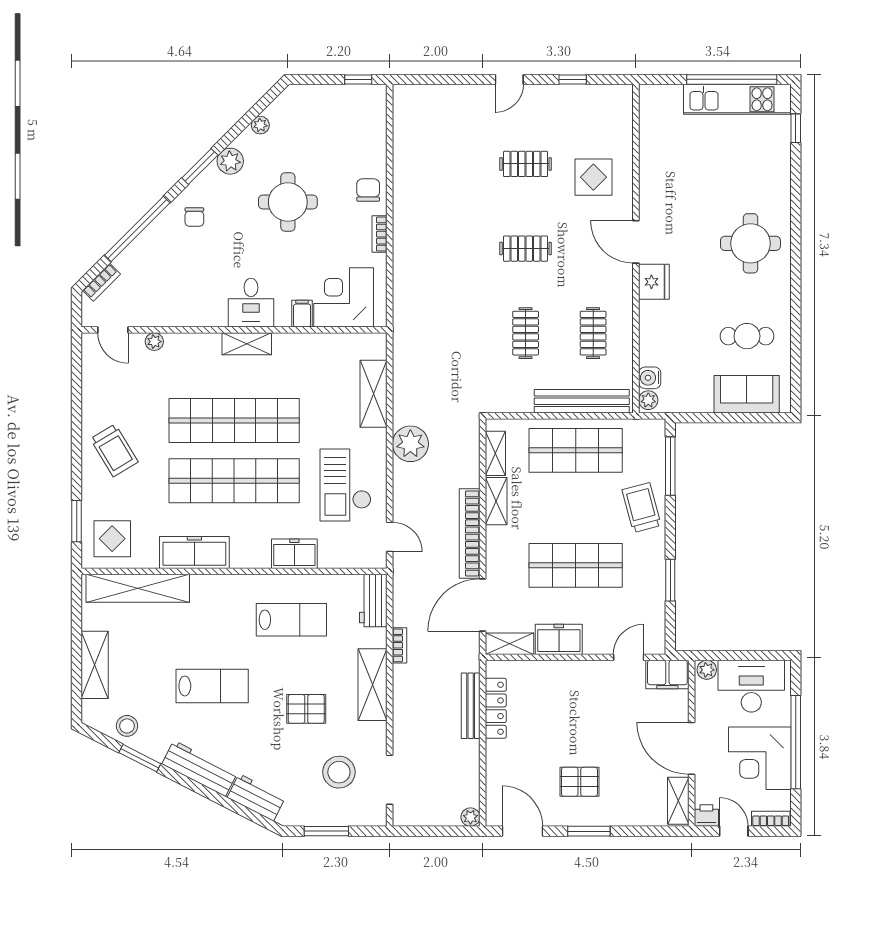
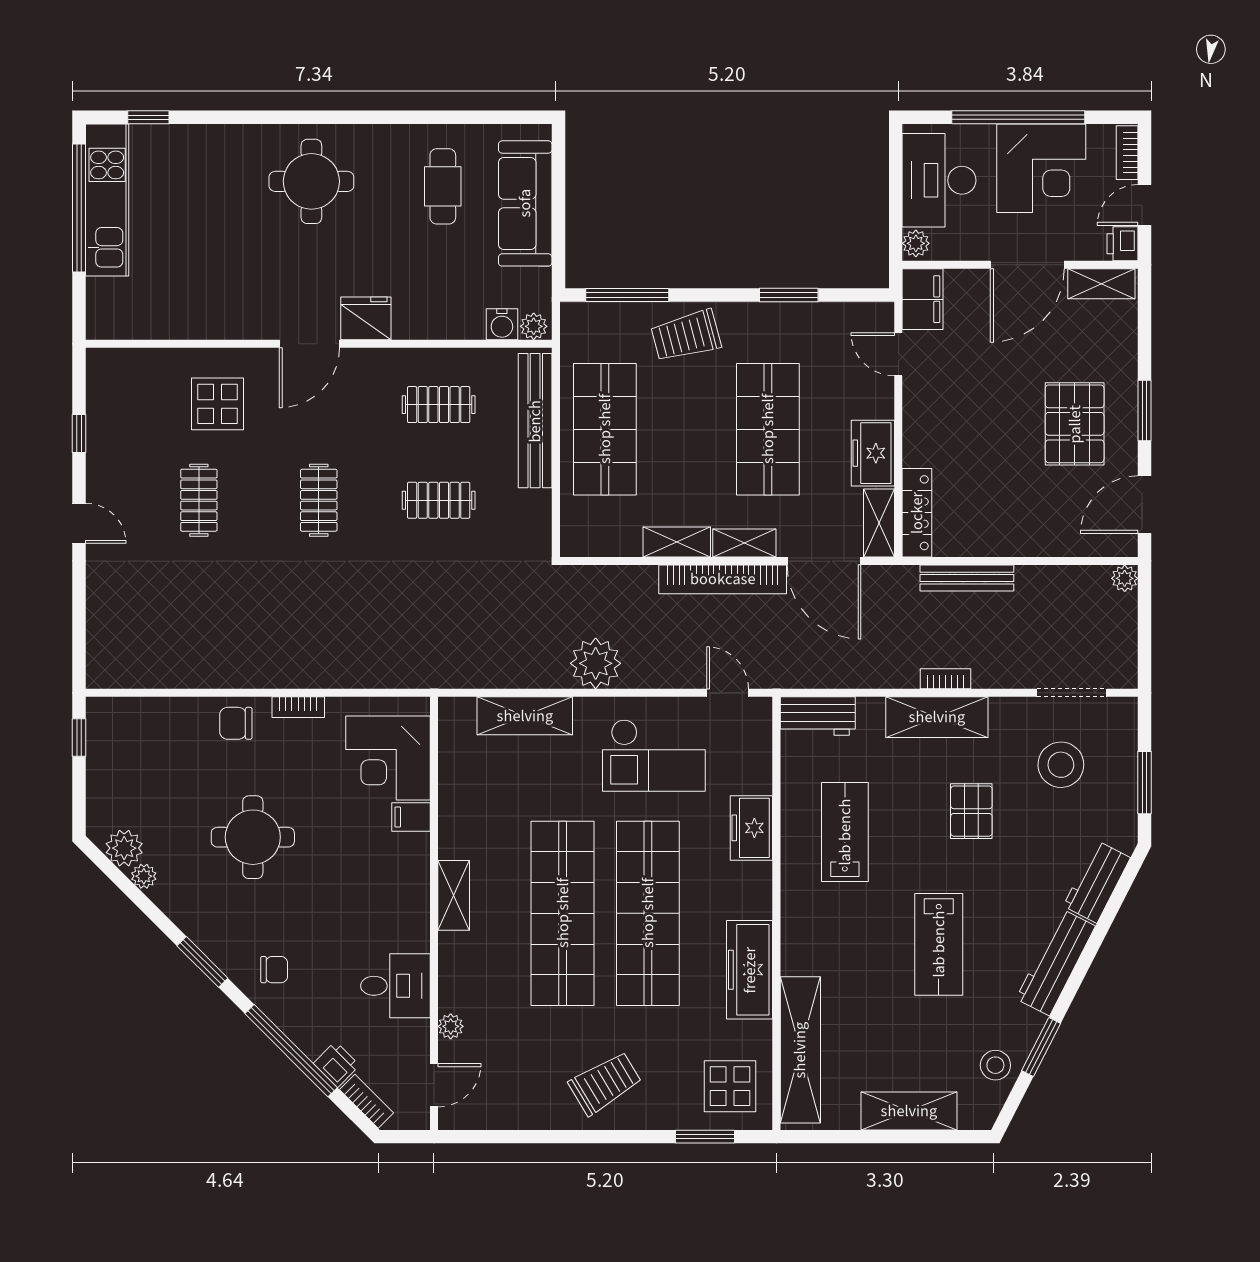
plant: (230, 161) -> (124, 848), moved
printer: (128, 261) -> (336, 1064), added
desk: (251, 303) -> (395, 986), moved
sofa: (747, 394) -> (525, 203), width x1.36
shelving: (495, 453) -> (744, 543), moved
door: (390, 537) -> (728, 693), hinge flipped
bookcase: (400, 645) -> (945, 679), moved
lab bench: (212, 686) -> (939, 944), turned 180
locker: (496, 708) -> (917, 513), moved, turned 90
pallet: (579, 782) -> (1075, 424), width x1.50, depth x1.42

